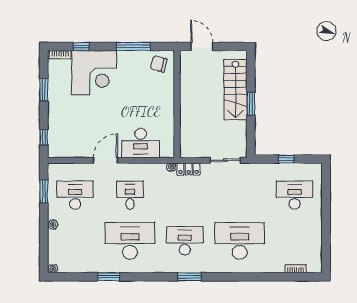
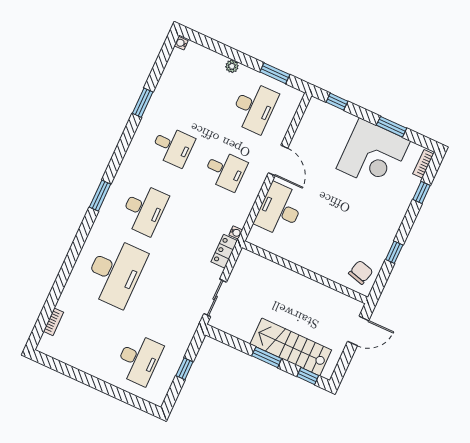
window: (133, 46) -> (394, 252), width x0.46
window: (251, 68) -> (308, 376), added
corner desk: (94, 73) -> (373, 155), moved, turned -90
desk: (130, 241) -> (173, 146), width x0.53, depth x0.77

